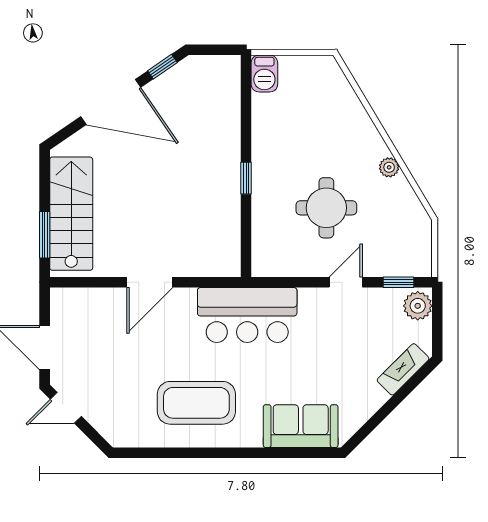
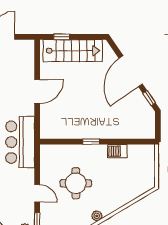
barbecue: (264, 74) -> (117, 151), moved
window: (45, 235) -> (62, 37), width x0.67
door: (150, 282) -> (37, 92), swing flipped

